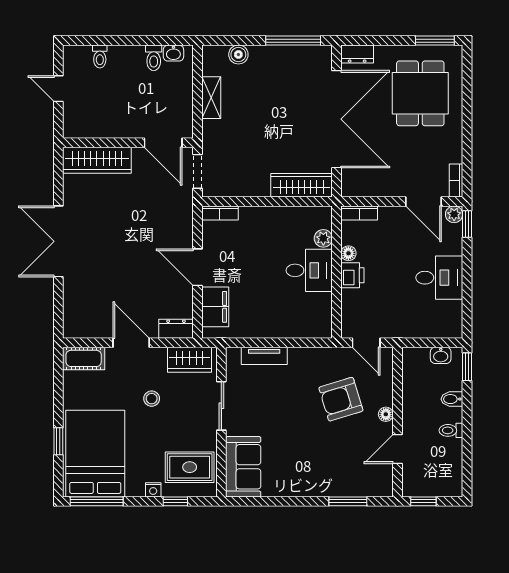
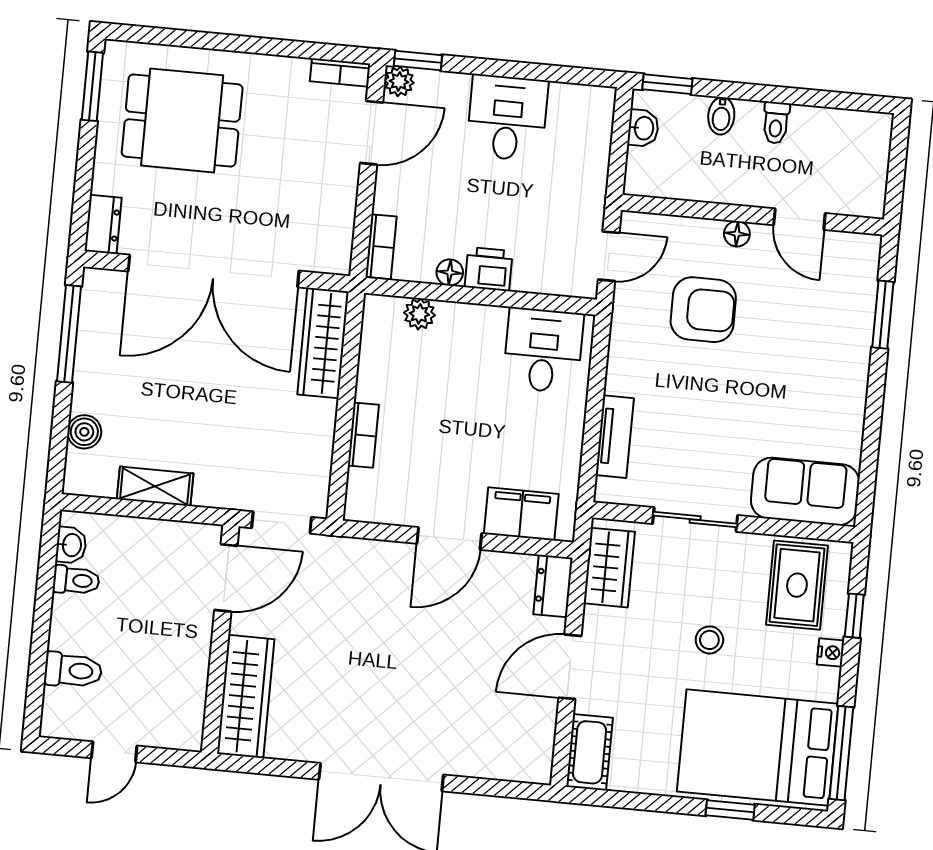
toilet: (100, 56) -> (73, 670), width x1.37, depth x1.39
double door: (337, 119) -> (214, 271), swing flipped
bookcase: (220, 213) -> (363, 435), moved
desk: (309, 270) -> (543, 350), moved
stool: (152, 399) -> (709, 640), moved
armchair: (341, 399) -> (703, 310), turned -73
window: (423, 501) -> (895, 183), removed

